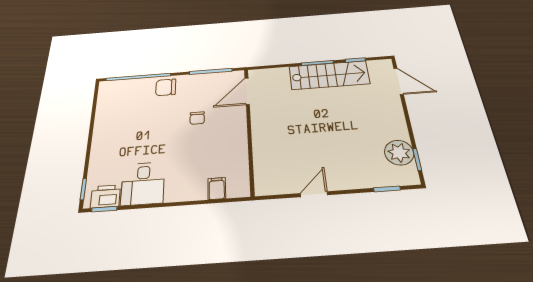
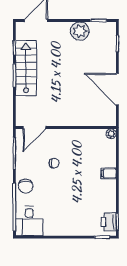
door: (247, 91) -> (35, 128), hinge flipped
plant: (399, 153) -> (80, 31), moved
desk: (143, 184) -> (29, 221), moved, turned 90
filing cabinet: (217, 188) -> (109, 173), moved
plant: (242, 190) -> (111, 134), added
door: (314, 194) -> (117, 89), width x1.88

